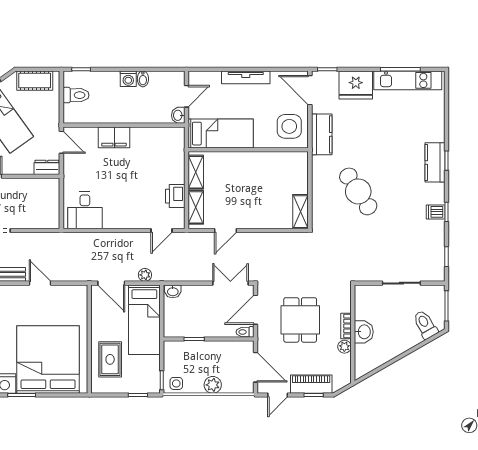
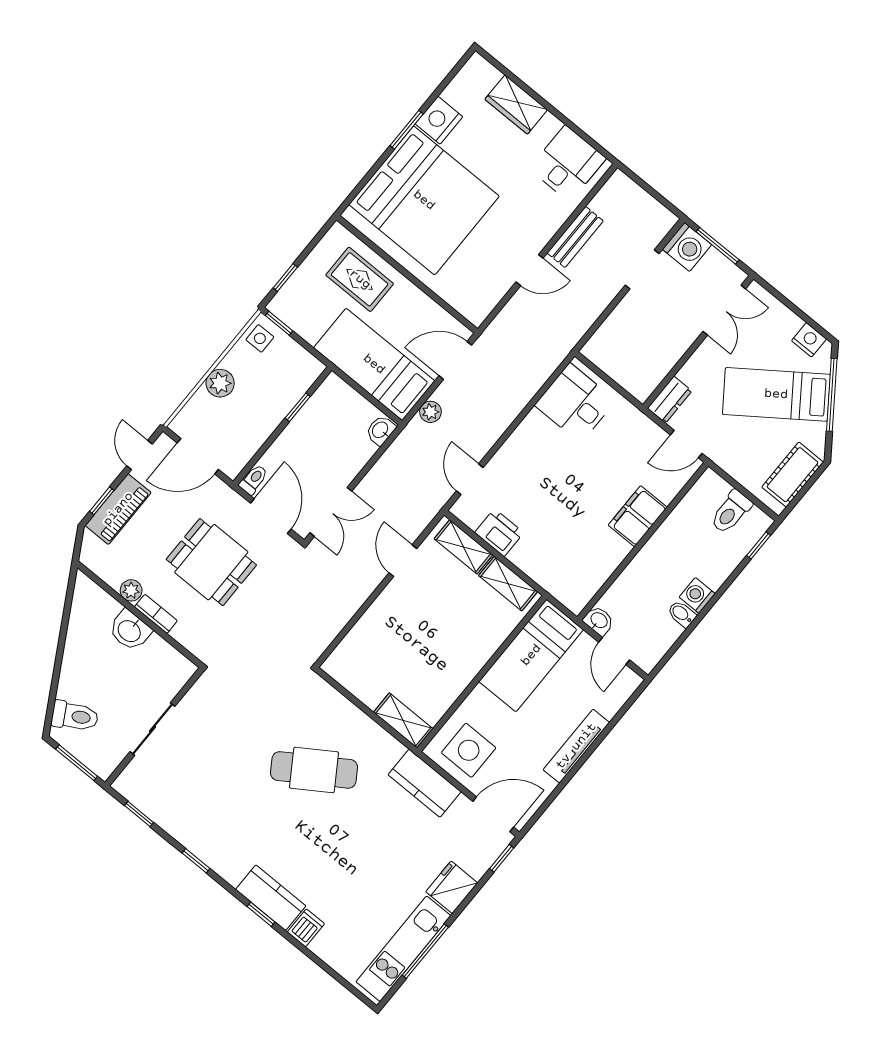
fridge: (356, 85) -> (452, 887), width x0.73, depth x0.75
shelving: (300, 212) -> (403, 720), moved
dishwasher: (436, 212) -> (306, 928), moved

